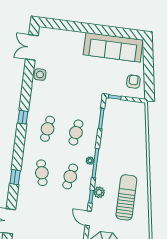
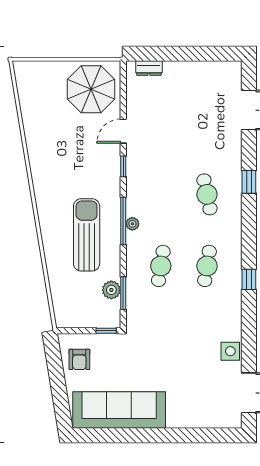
cafe table: (70, 176) -> (161, 194), removed
plant: (99, 192) -> (111, 290), moved
sun lounger: (126, 197) -> (87, 235), moved, turned 180
door: (88, 218) -> (123, 131), swing flipped

